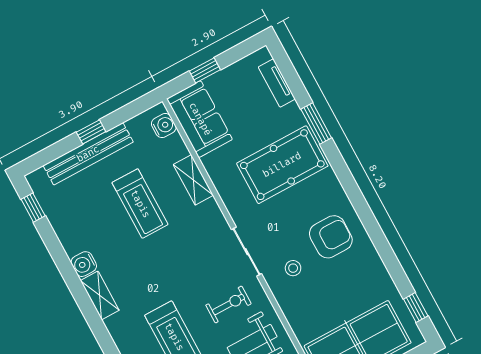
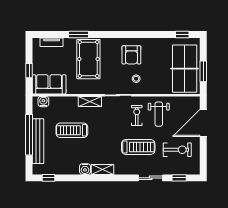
window: (91, 132) -> (29, 135), width x3.17
shelving: (193, 180) -> (90, 101), moved
treadmill: (140, 204) -> (72, 130), turned 180
armchair: (331, 237) -> (131, 55), turned 180

